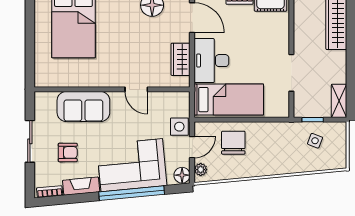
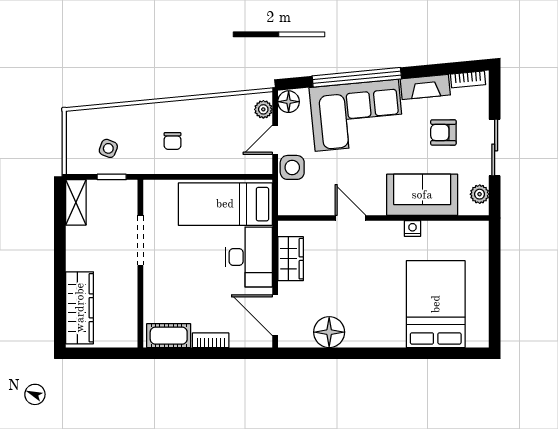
nightstand: (91, 82) -> (413, 229), added
plant: (41, 107) -> (480, 194), added
chair: (233, 143) -> (172, 141), moved, width x0.54, depth x0.54

